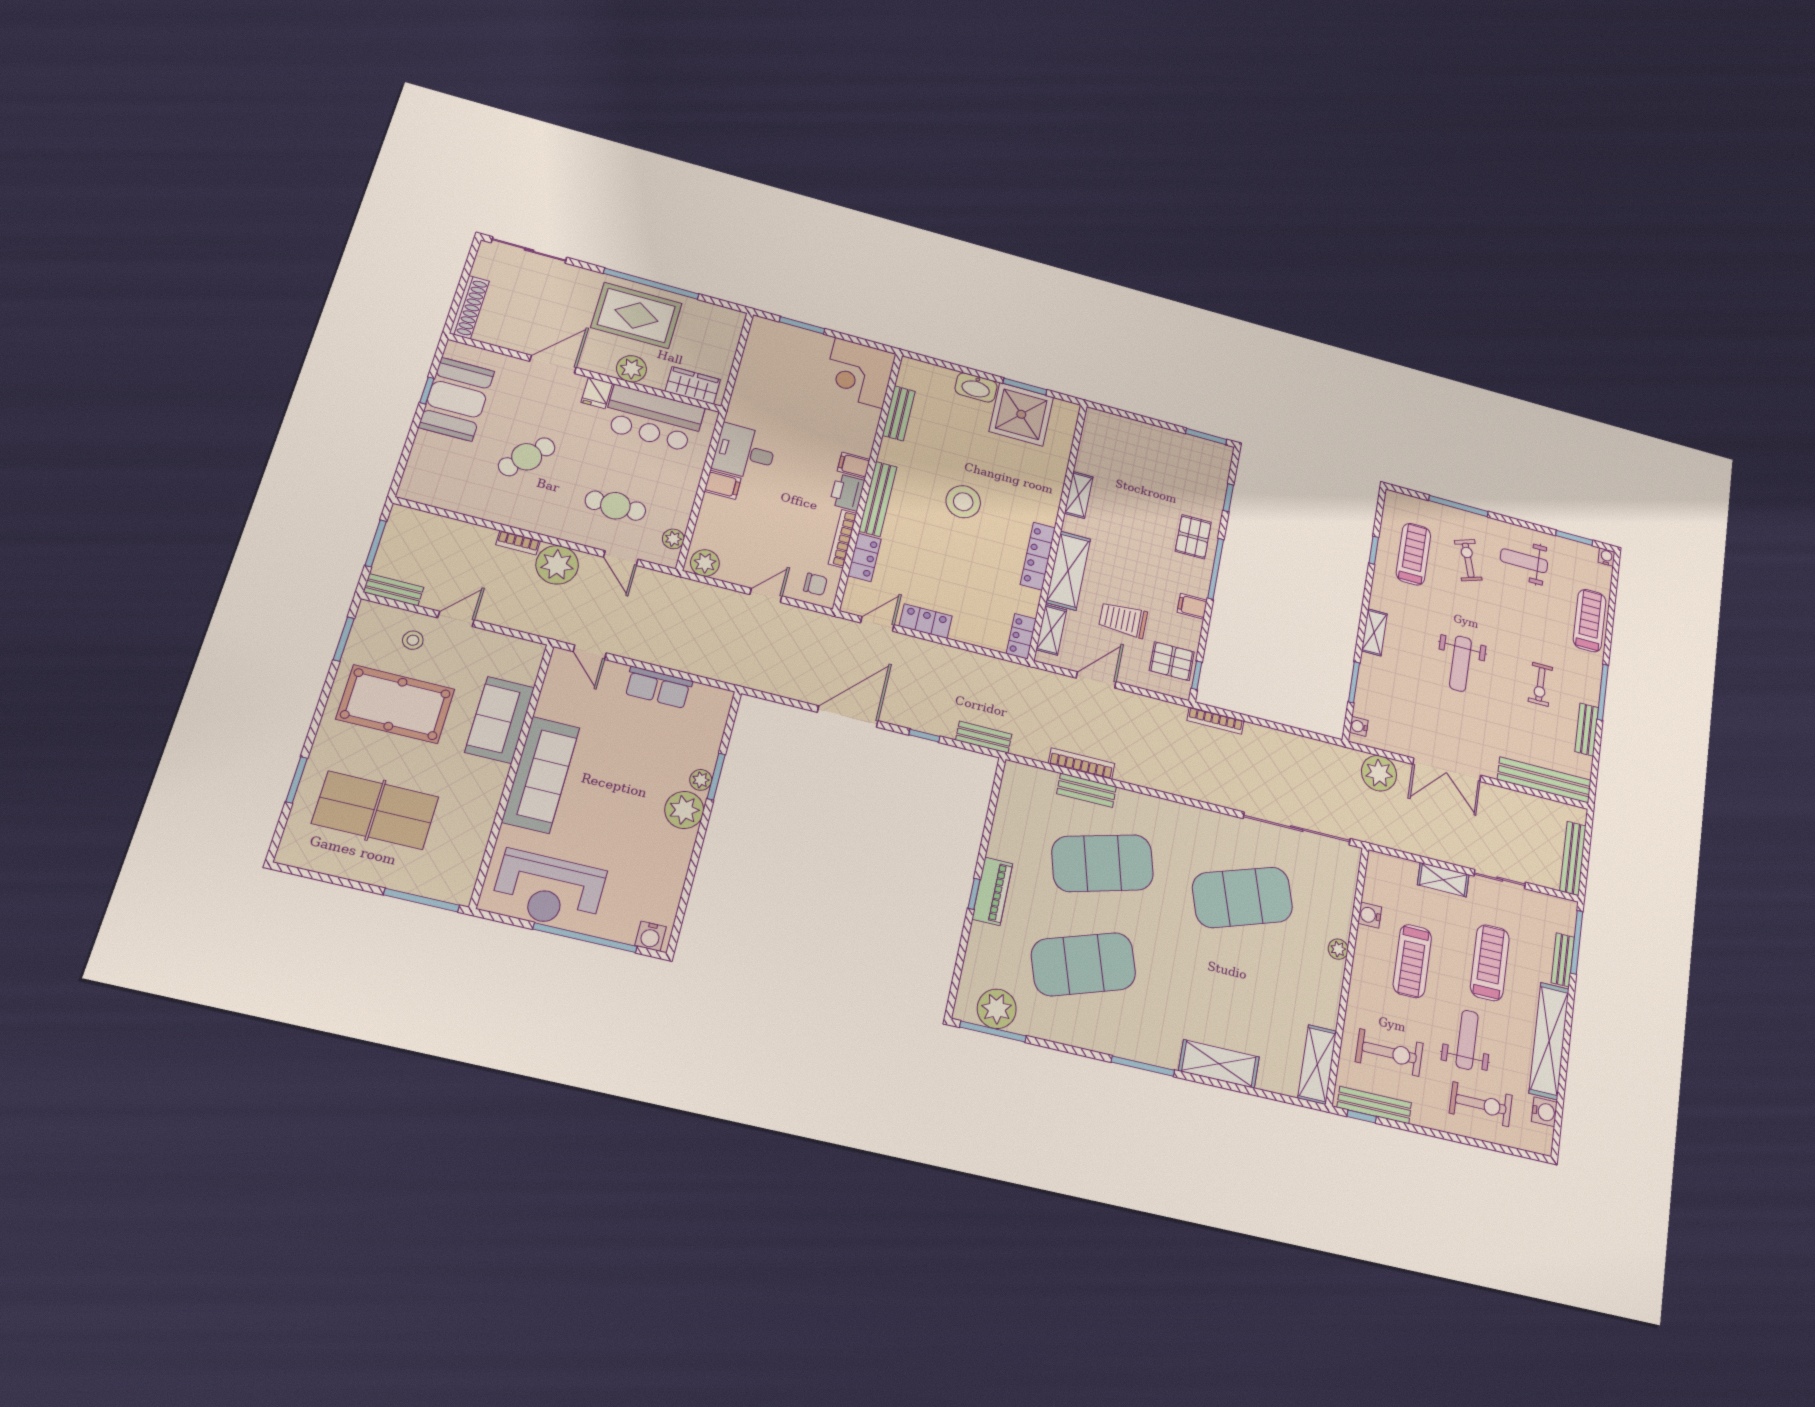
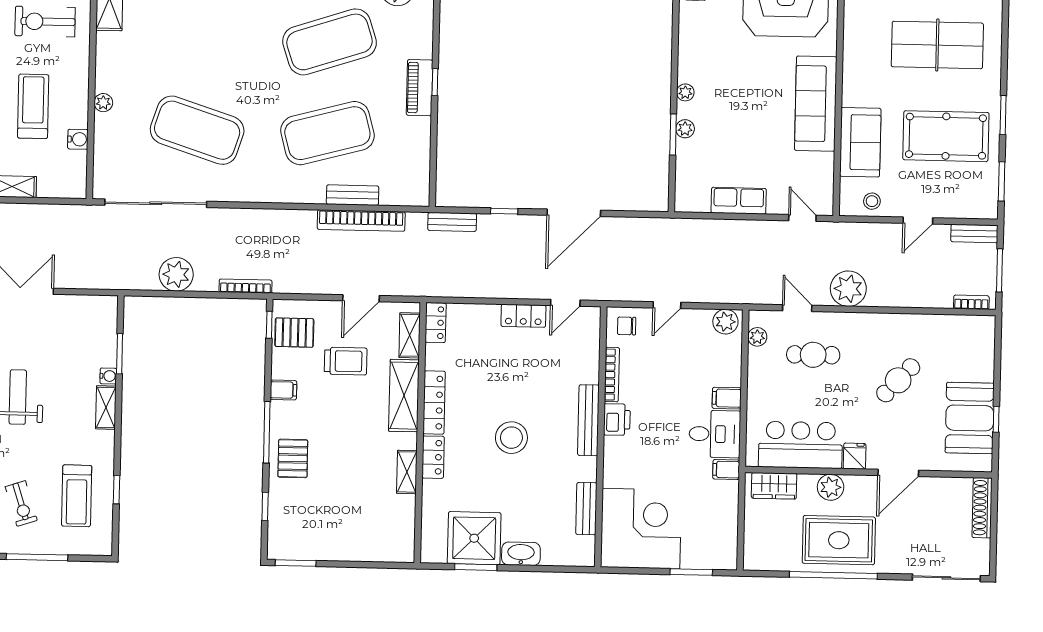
corner desk: (859, 373) -> (641, 529), width x1.36, depth x1.36
filing cabinet: (854, 465) -> (726, 470), moved, turned 180
bookcase: (518, 543) -> (971, 302), moved
locker: (864, 557) -> (433, 457), moved, turned 180
stool: (413, 640) -> (872, 201), moved
water cooler: (1359, 726) -> (108, 376), moved
bookcase: (1081, 763) -> (361, 221), width x1.48, depth x1.31
plant: (1379, 773) -> (176, 274), moved
window: (296, 780) -> (1003, 115), moved
plant: (684, 810) -> (685, 92), width x0.53, depth x0.53
exercise mat: (1242, 897) -> (197, 130), turned 36

